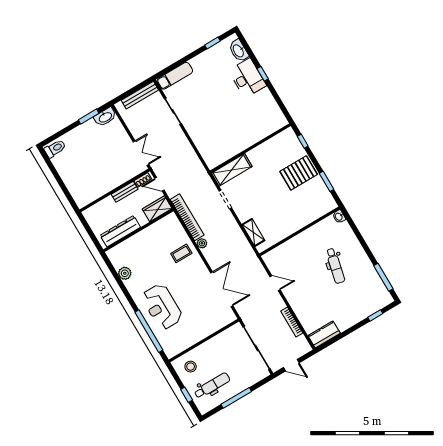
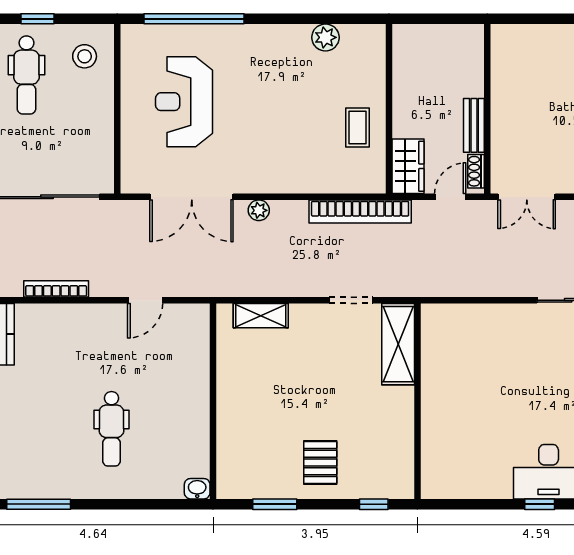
pallet: (299, 173) -> (320, 463), width x0.67, depth x0.71
dresser: (120, 231) -> (407, 75), removed
plant: (202, 243) -> (259, 210), moved
coffee table: (181, 253) -> (357, 128), moved
dental chair: (335, 266) -> (111, 429), turned -103
reception desk: (162, 307) -> (184, 102), moved, turned -90

